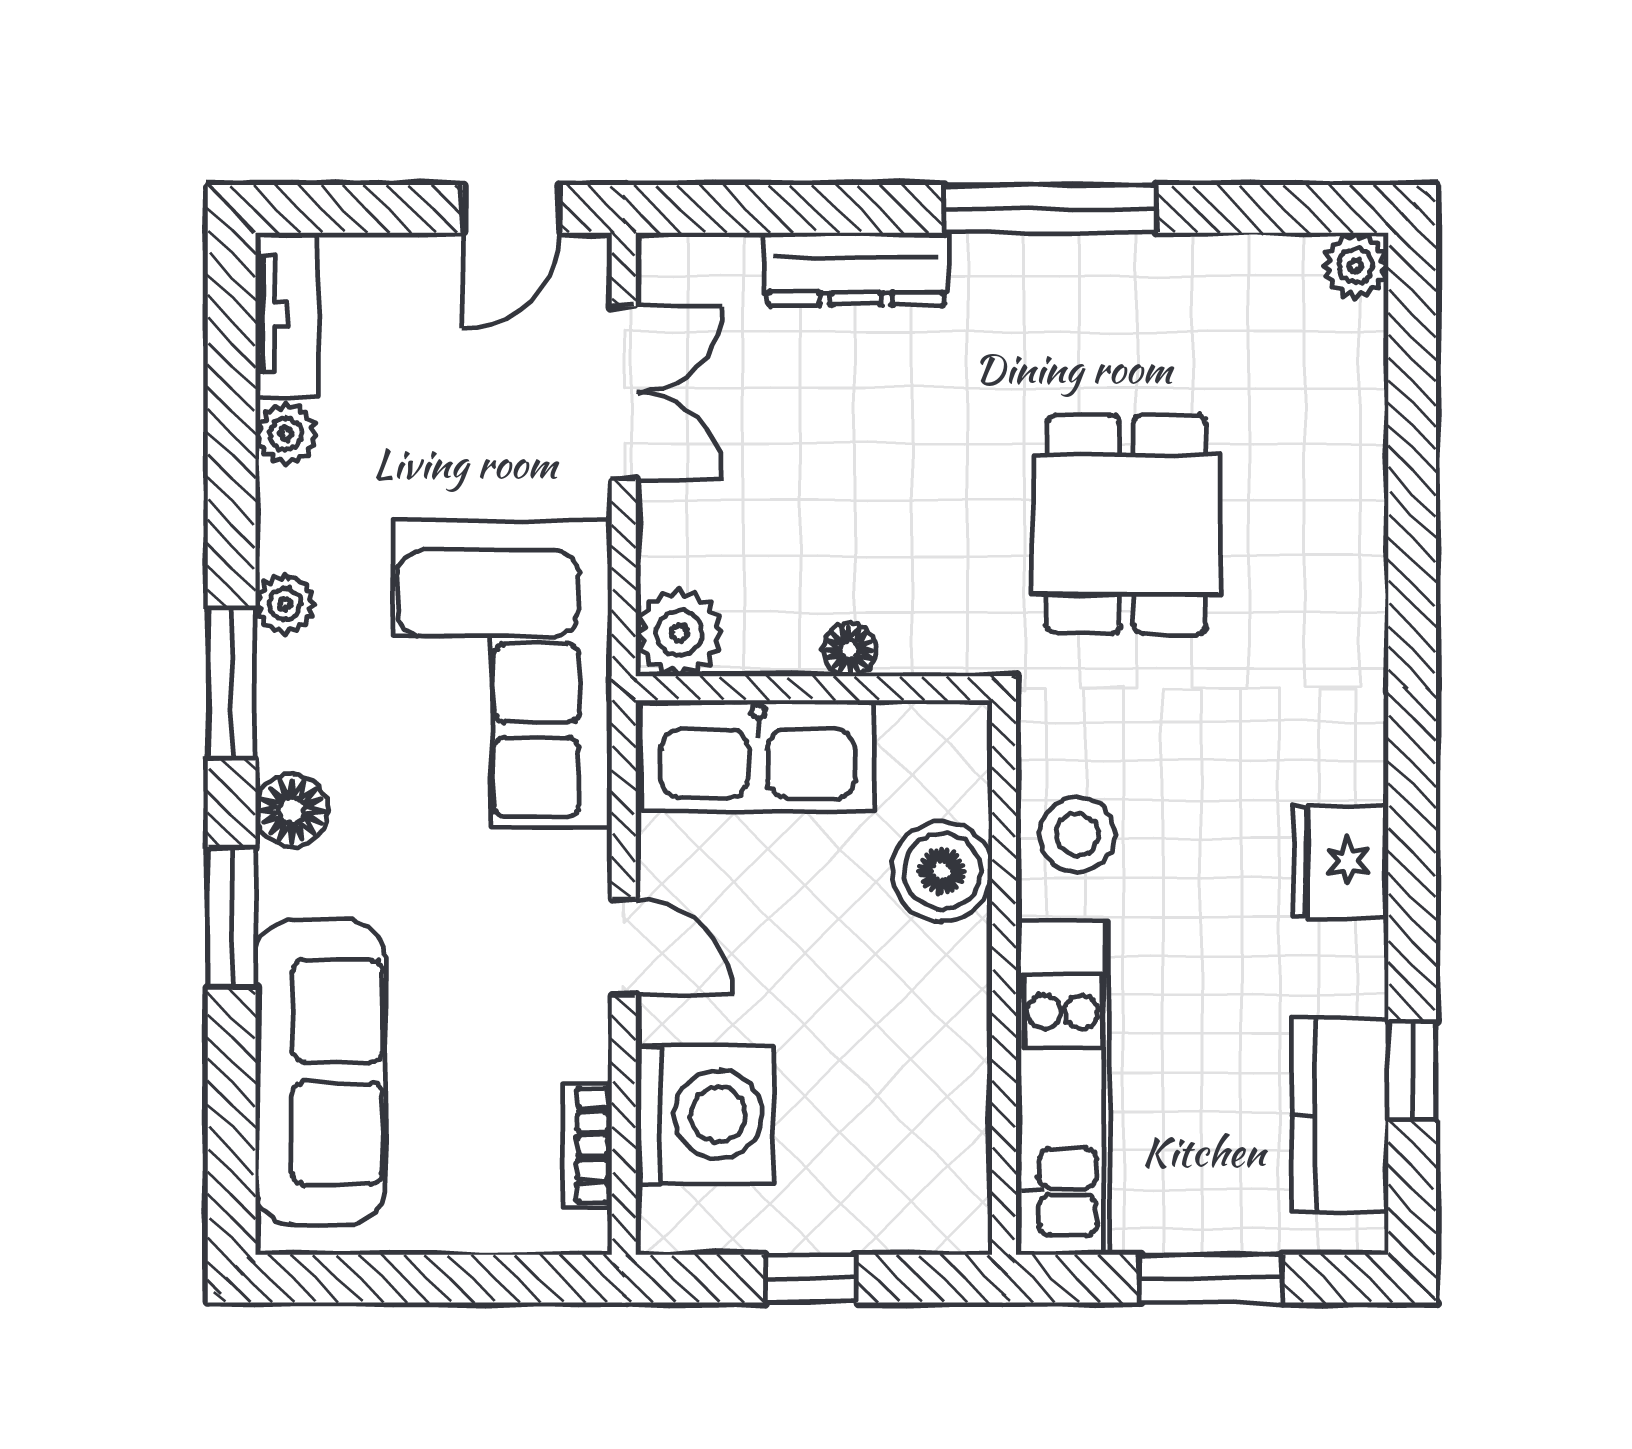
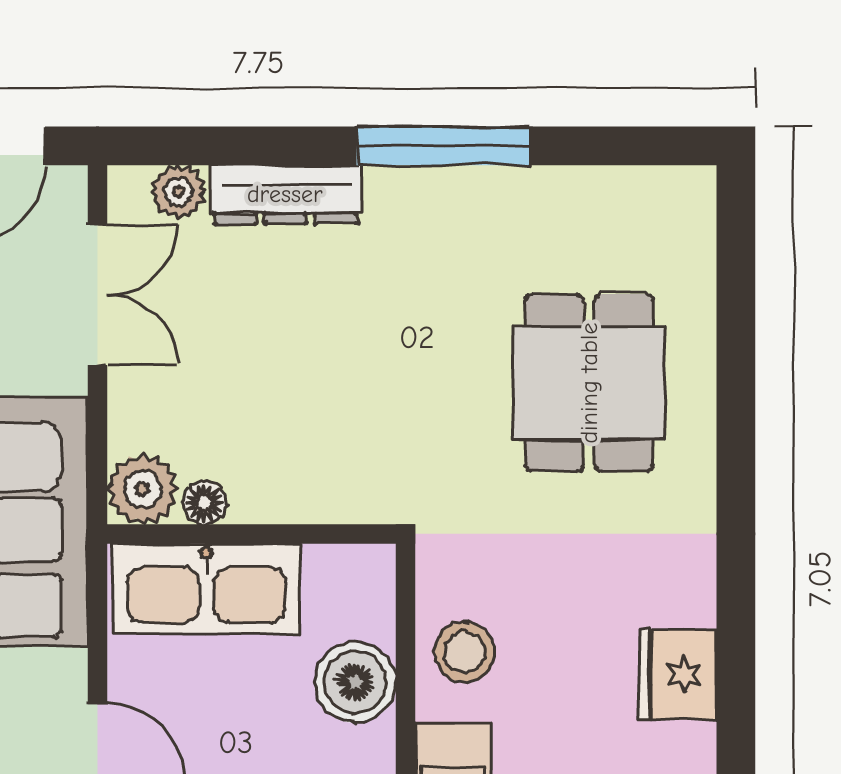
plant: (1355, 266) -> (178, 192), moved
dining table: (1127, 524) -> (589, 383), moved
floor lamp: (849, 650) -> (204, 503), moved

